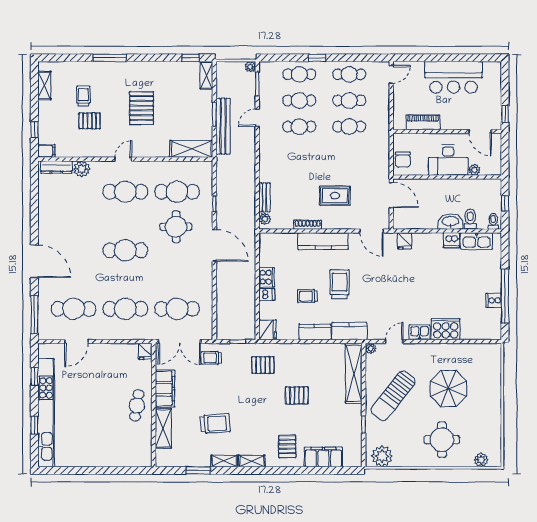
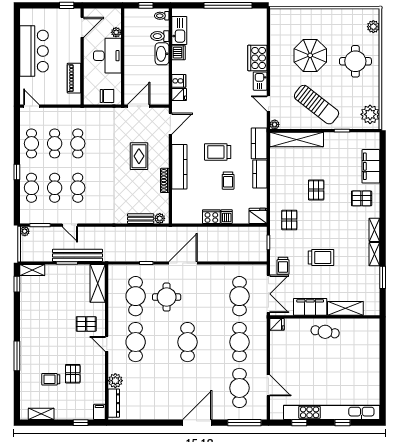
pallet: (142, 108) -> (86, 324), moved, width x0.67, depth x0.71
cooker: (494, 300) -> (179, 81), moved, turned -90
trolley: (215, 424) -> (321, 258), moved, turned 94

